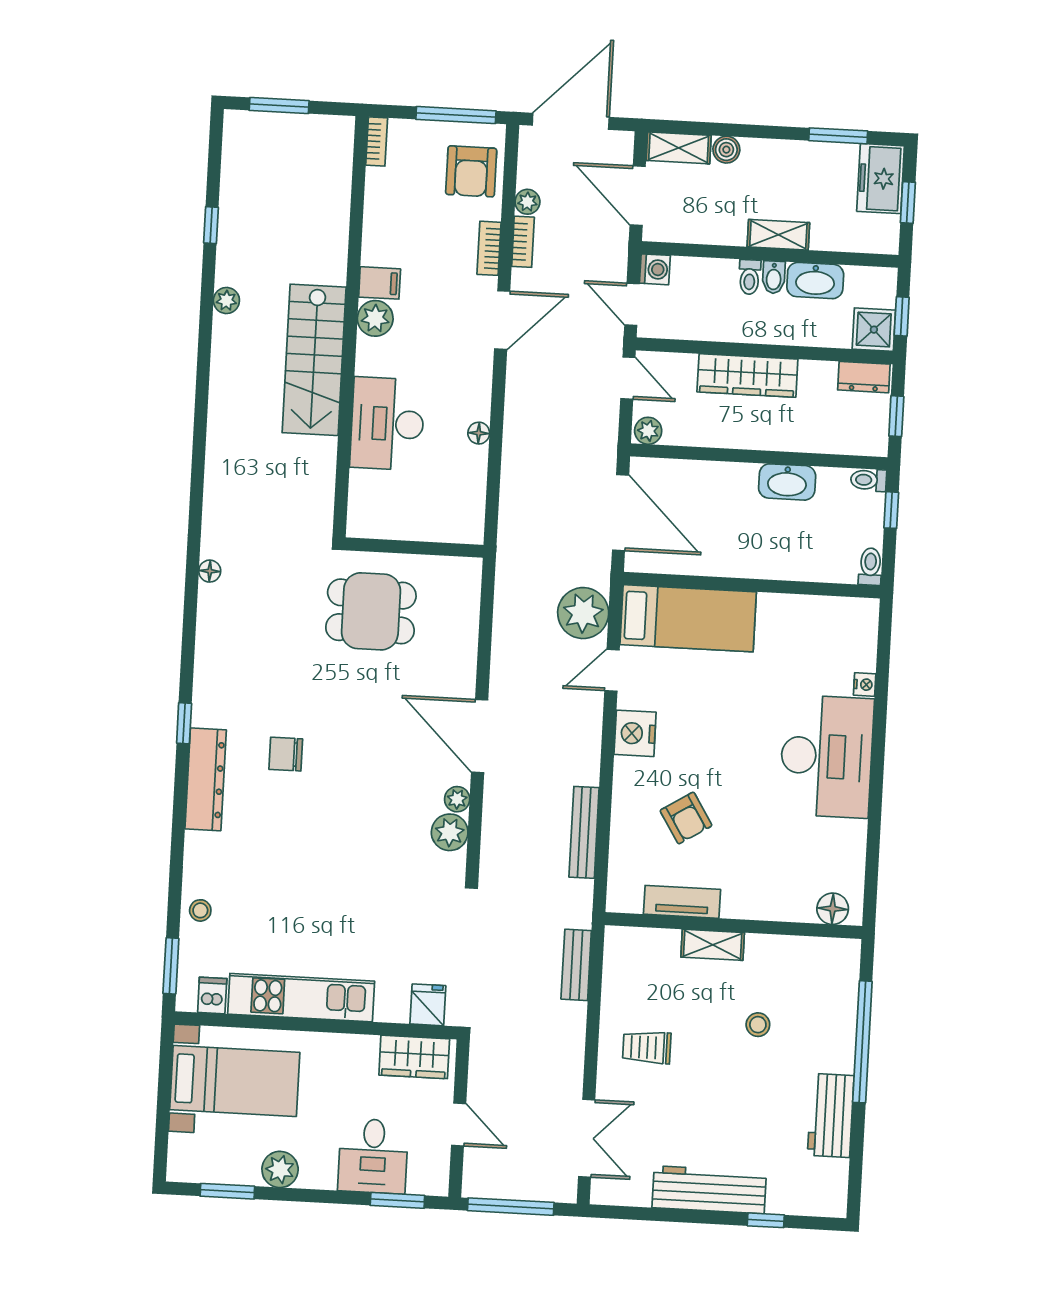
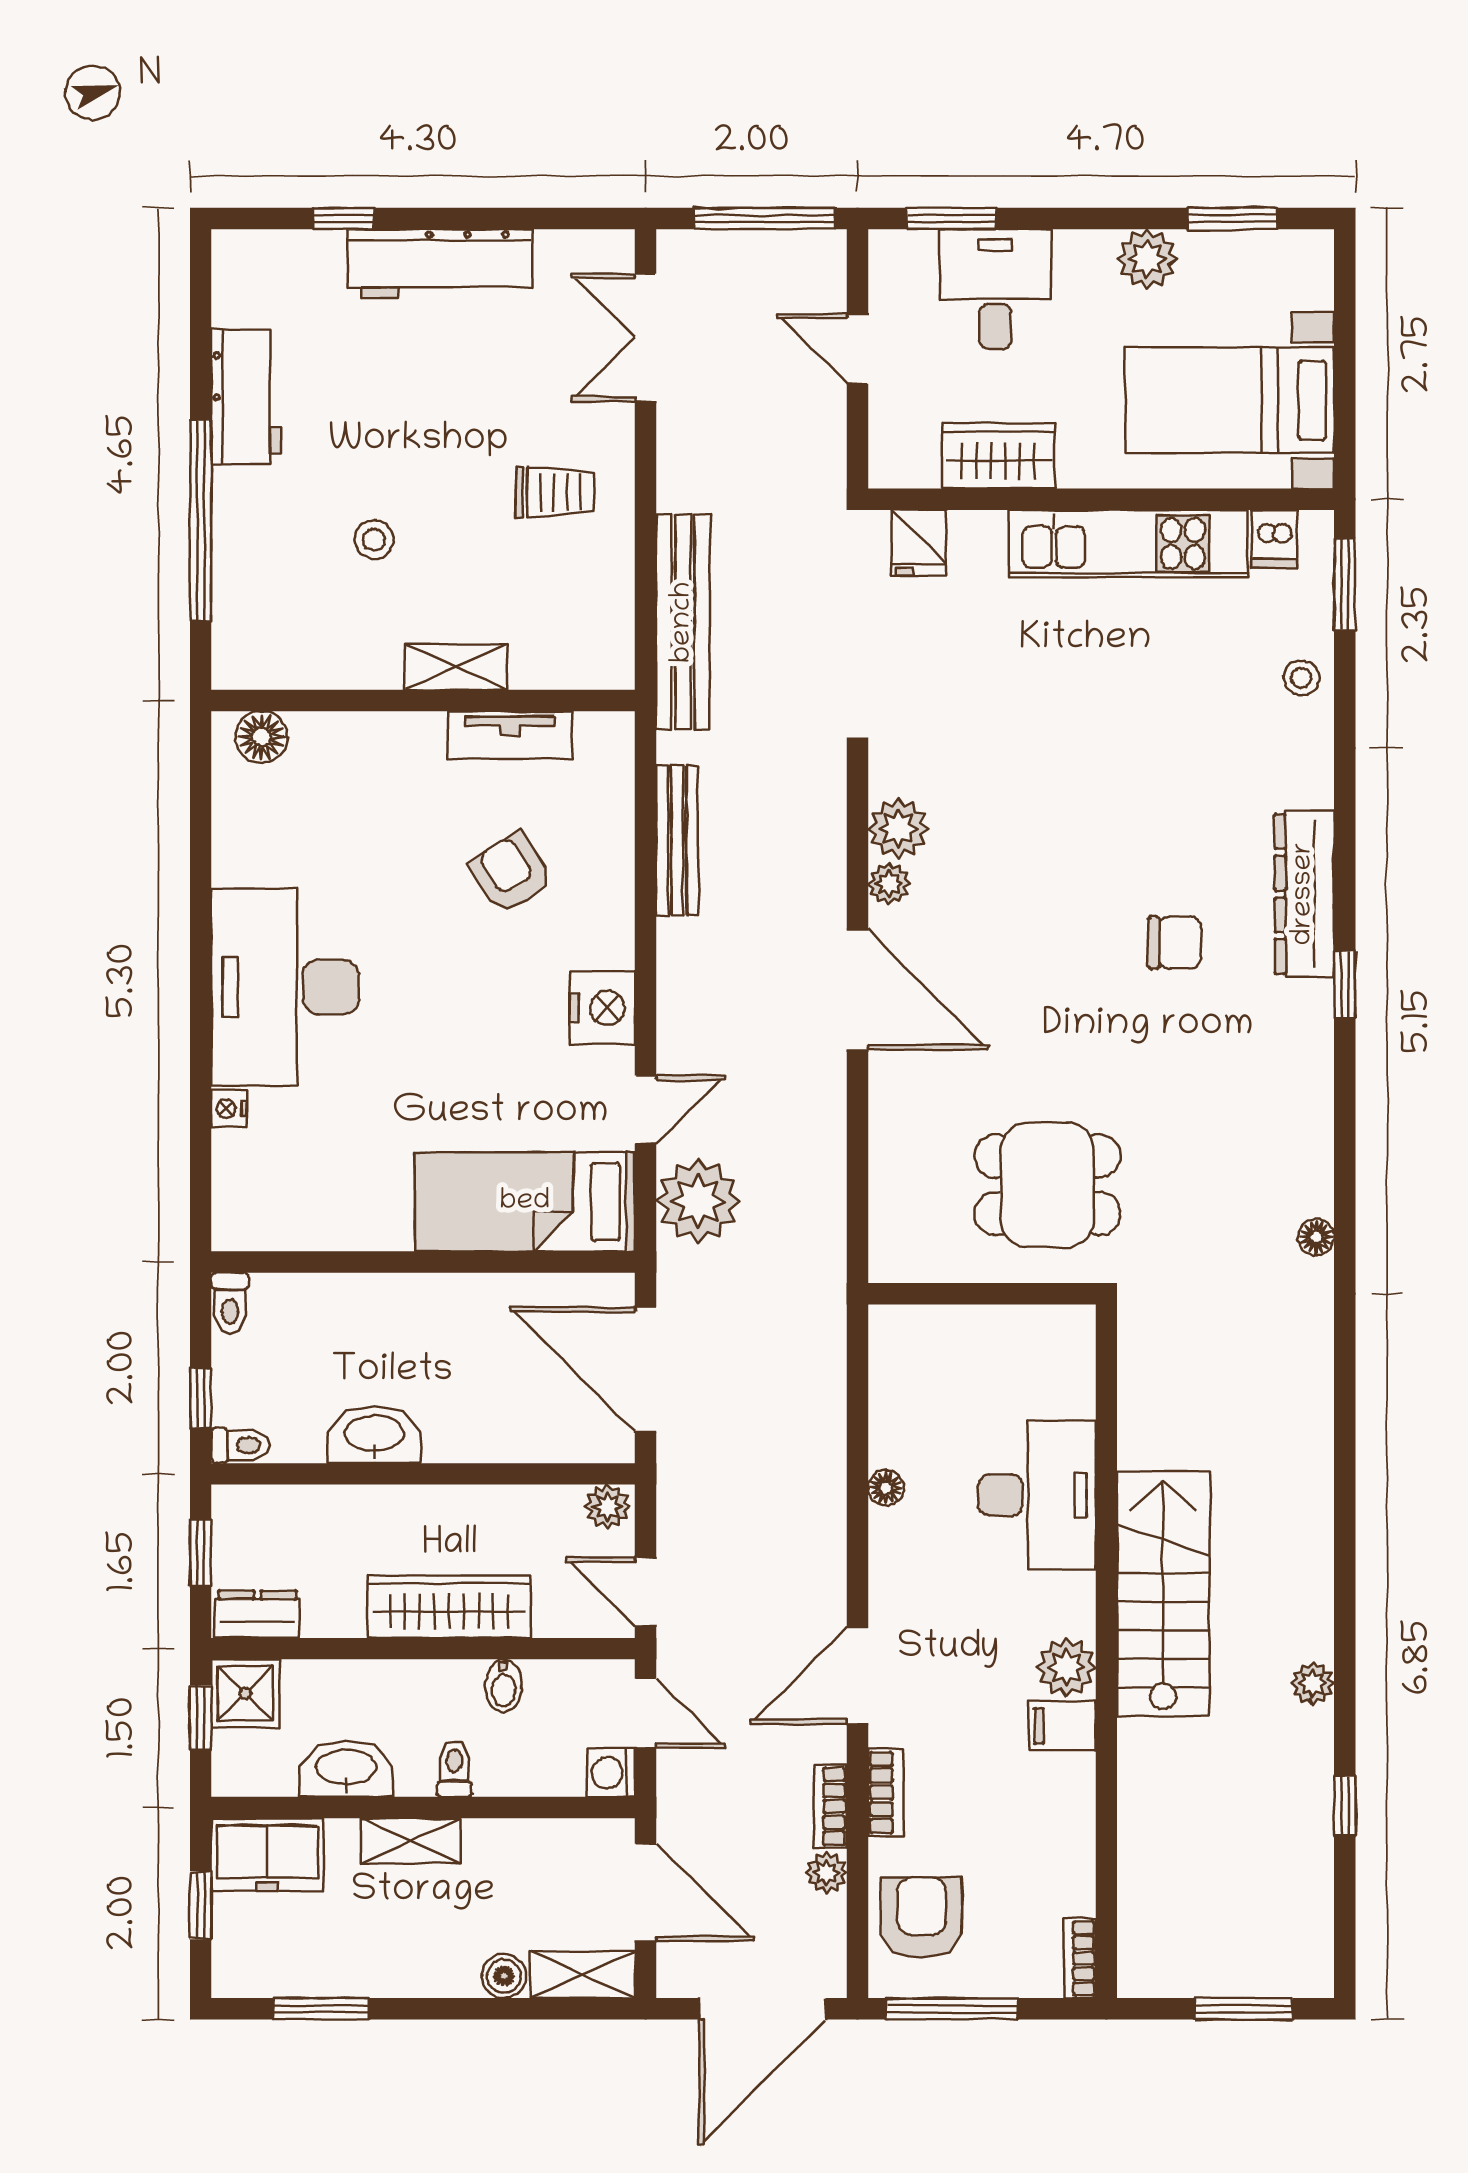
freezer: (881, 179) -> (267, 1855), moved, turned 90
bidet: (774, 277) -> (504, 1686), moved, turned 180
bench: (576, 965) -> (683, 622), width x1.86, depth x1.21
wardrobe: (414, 1057) -> (998, 456), moved

